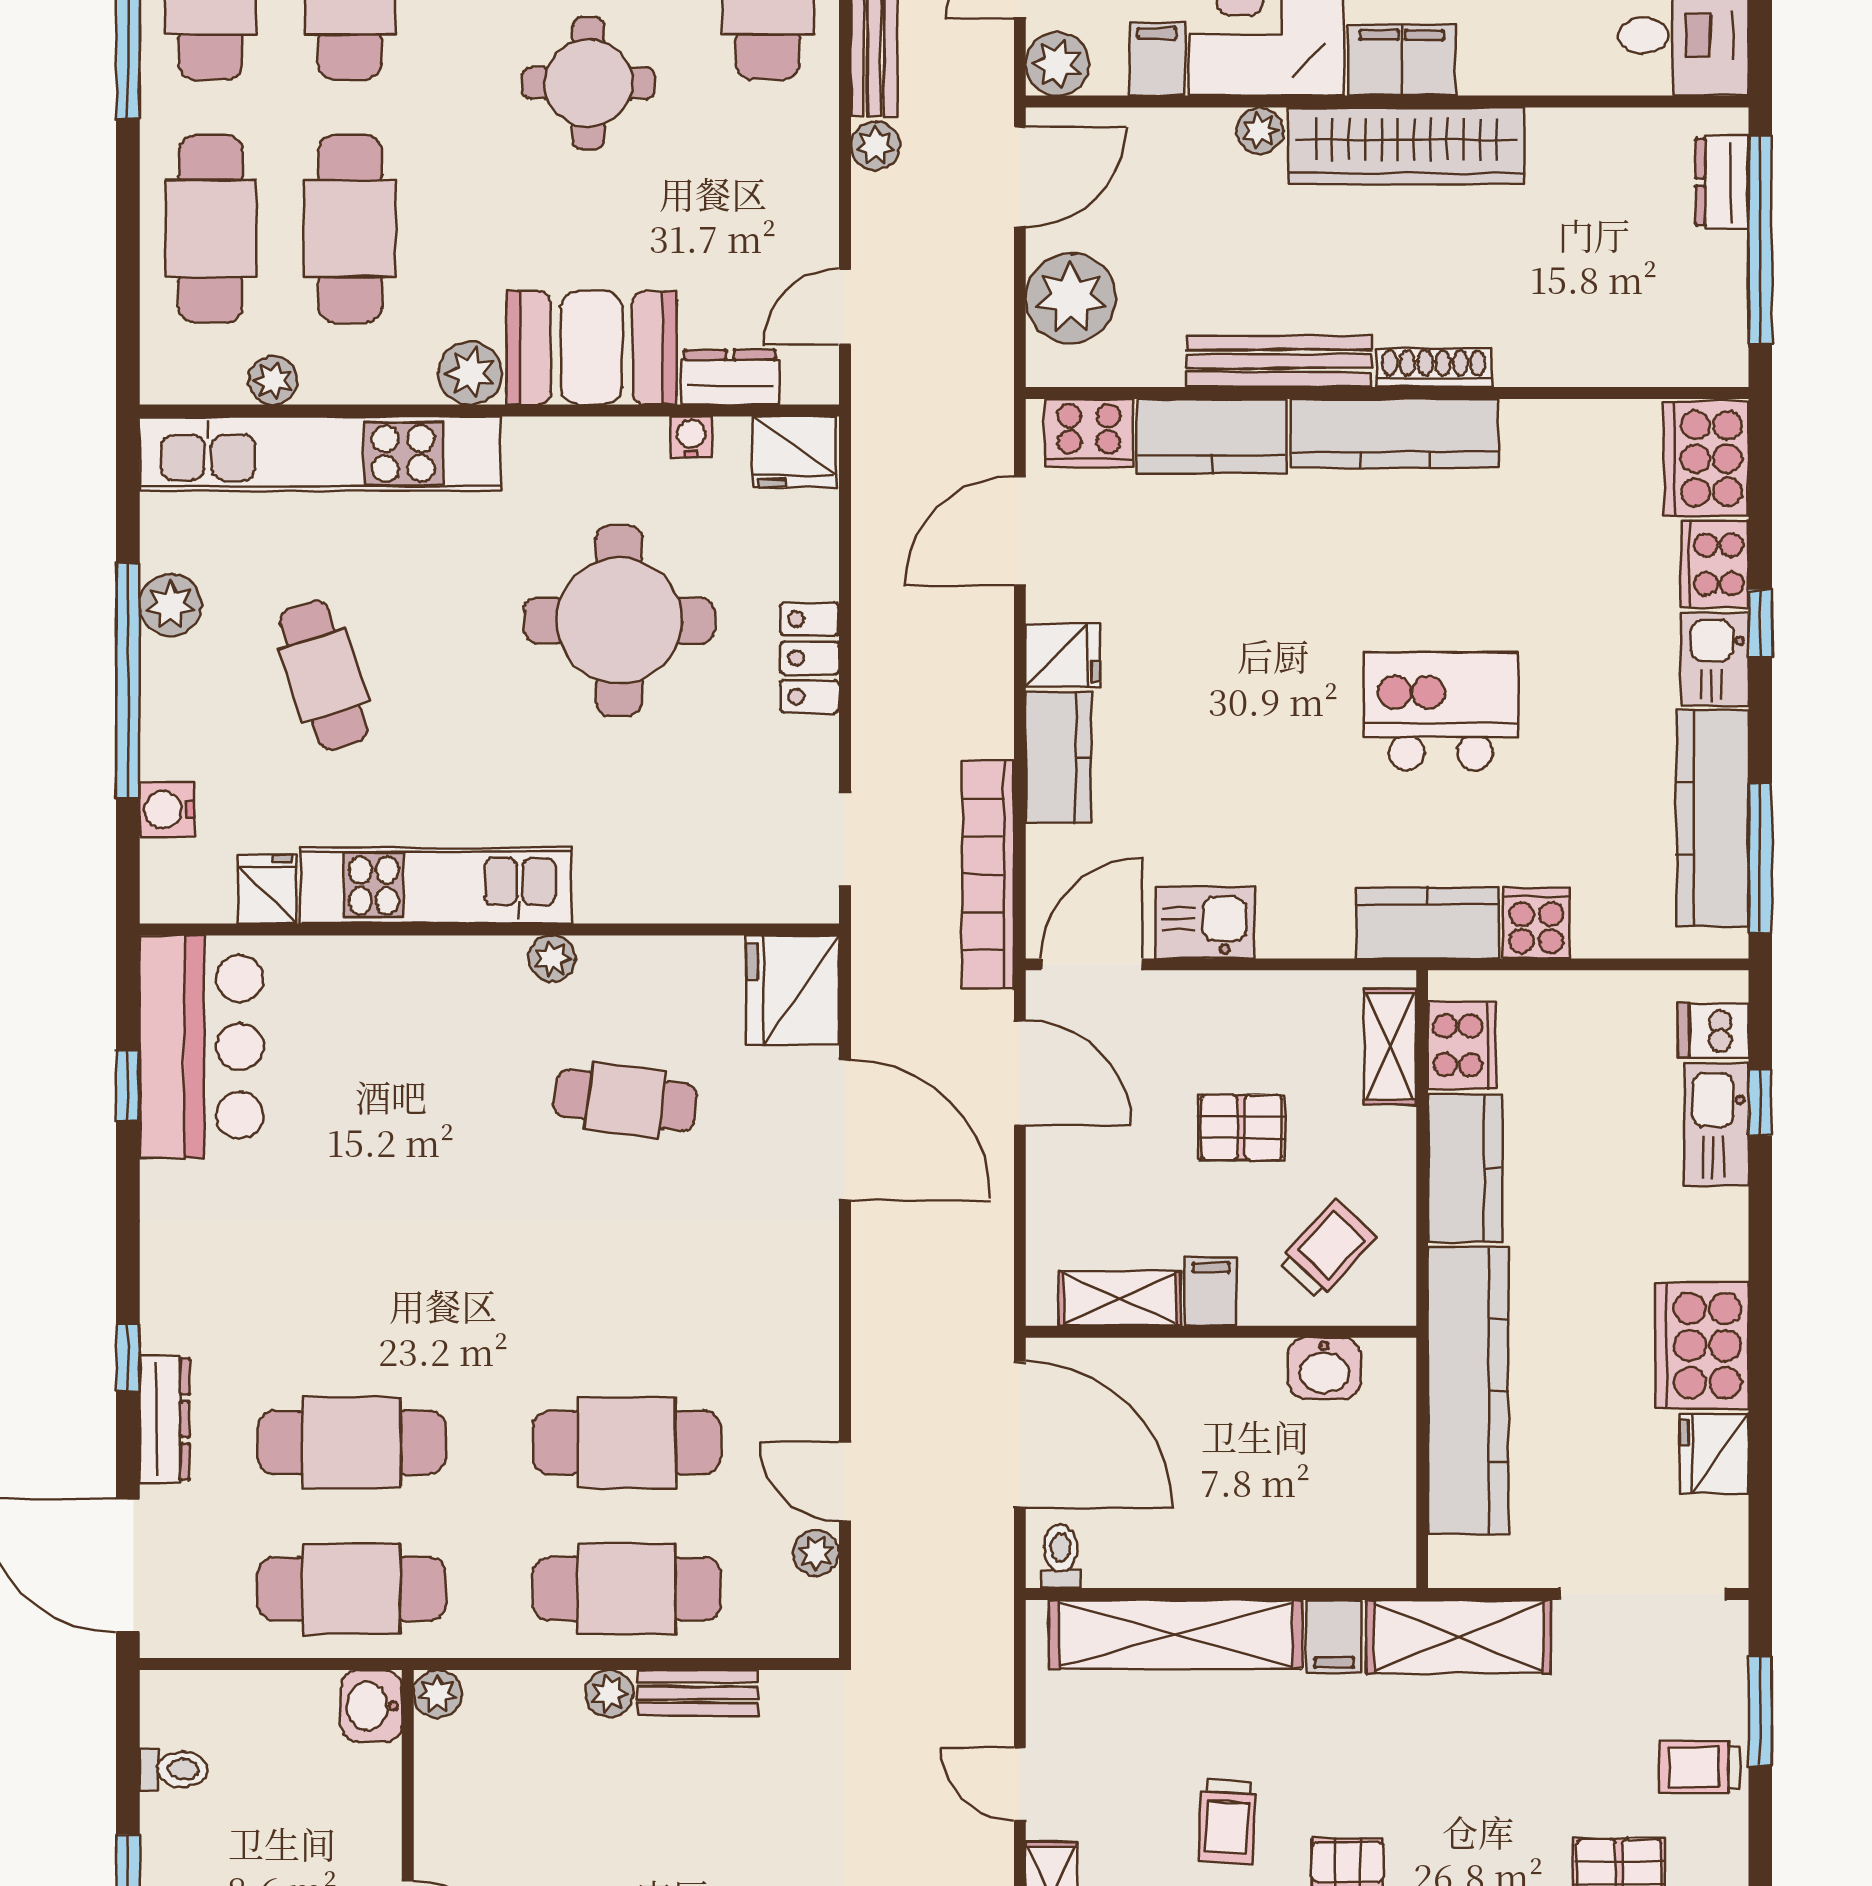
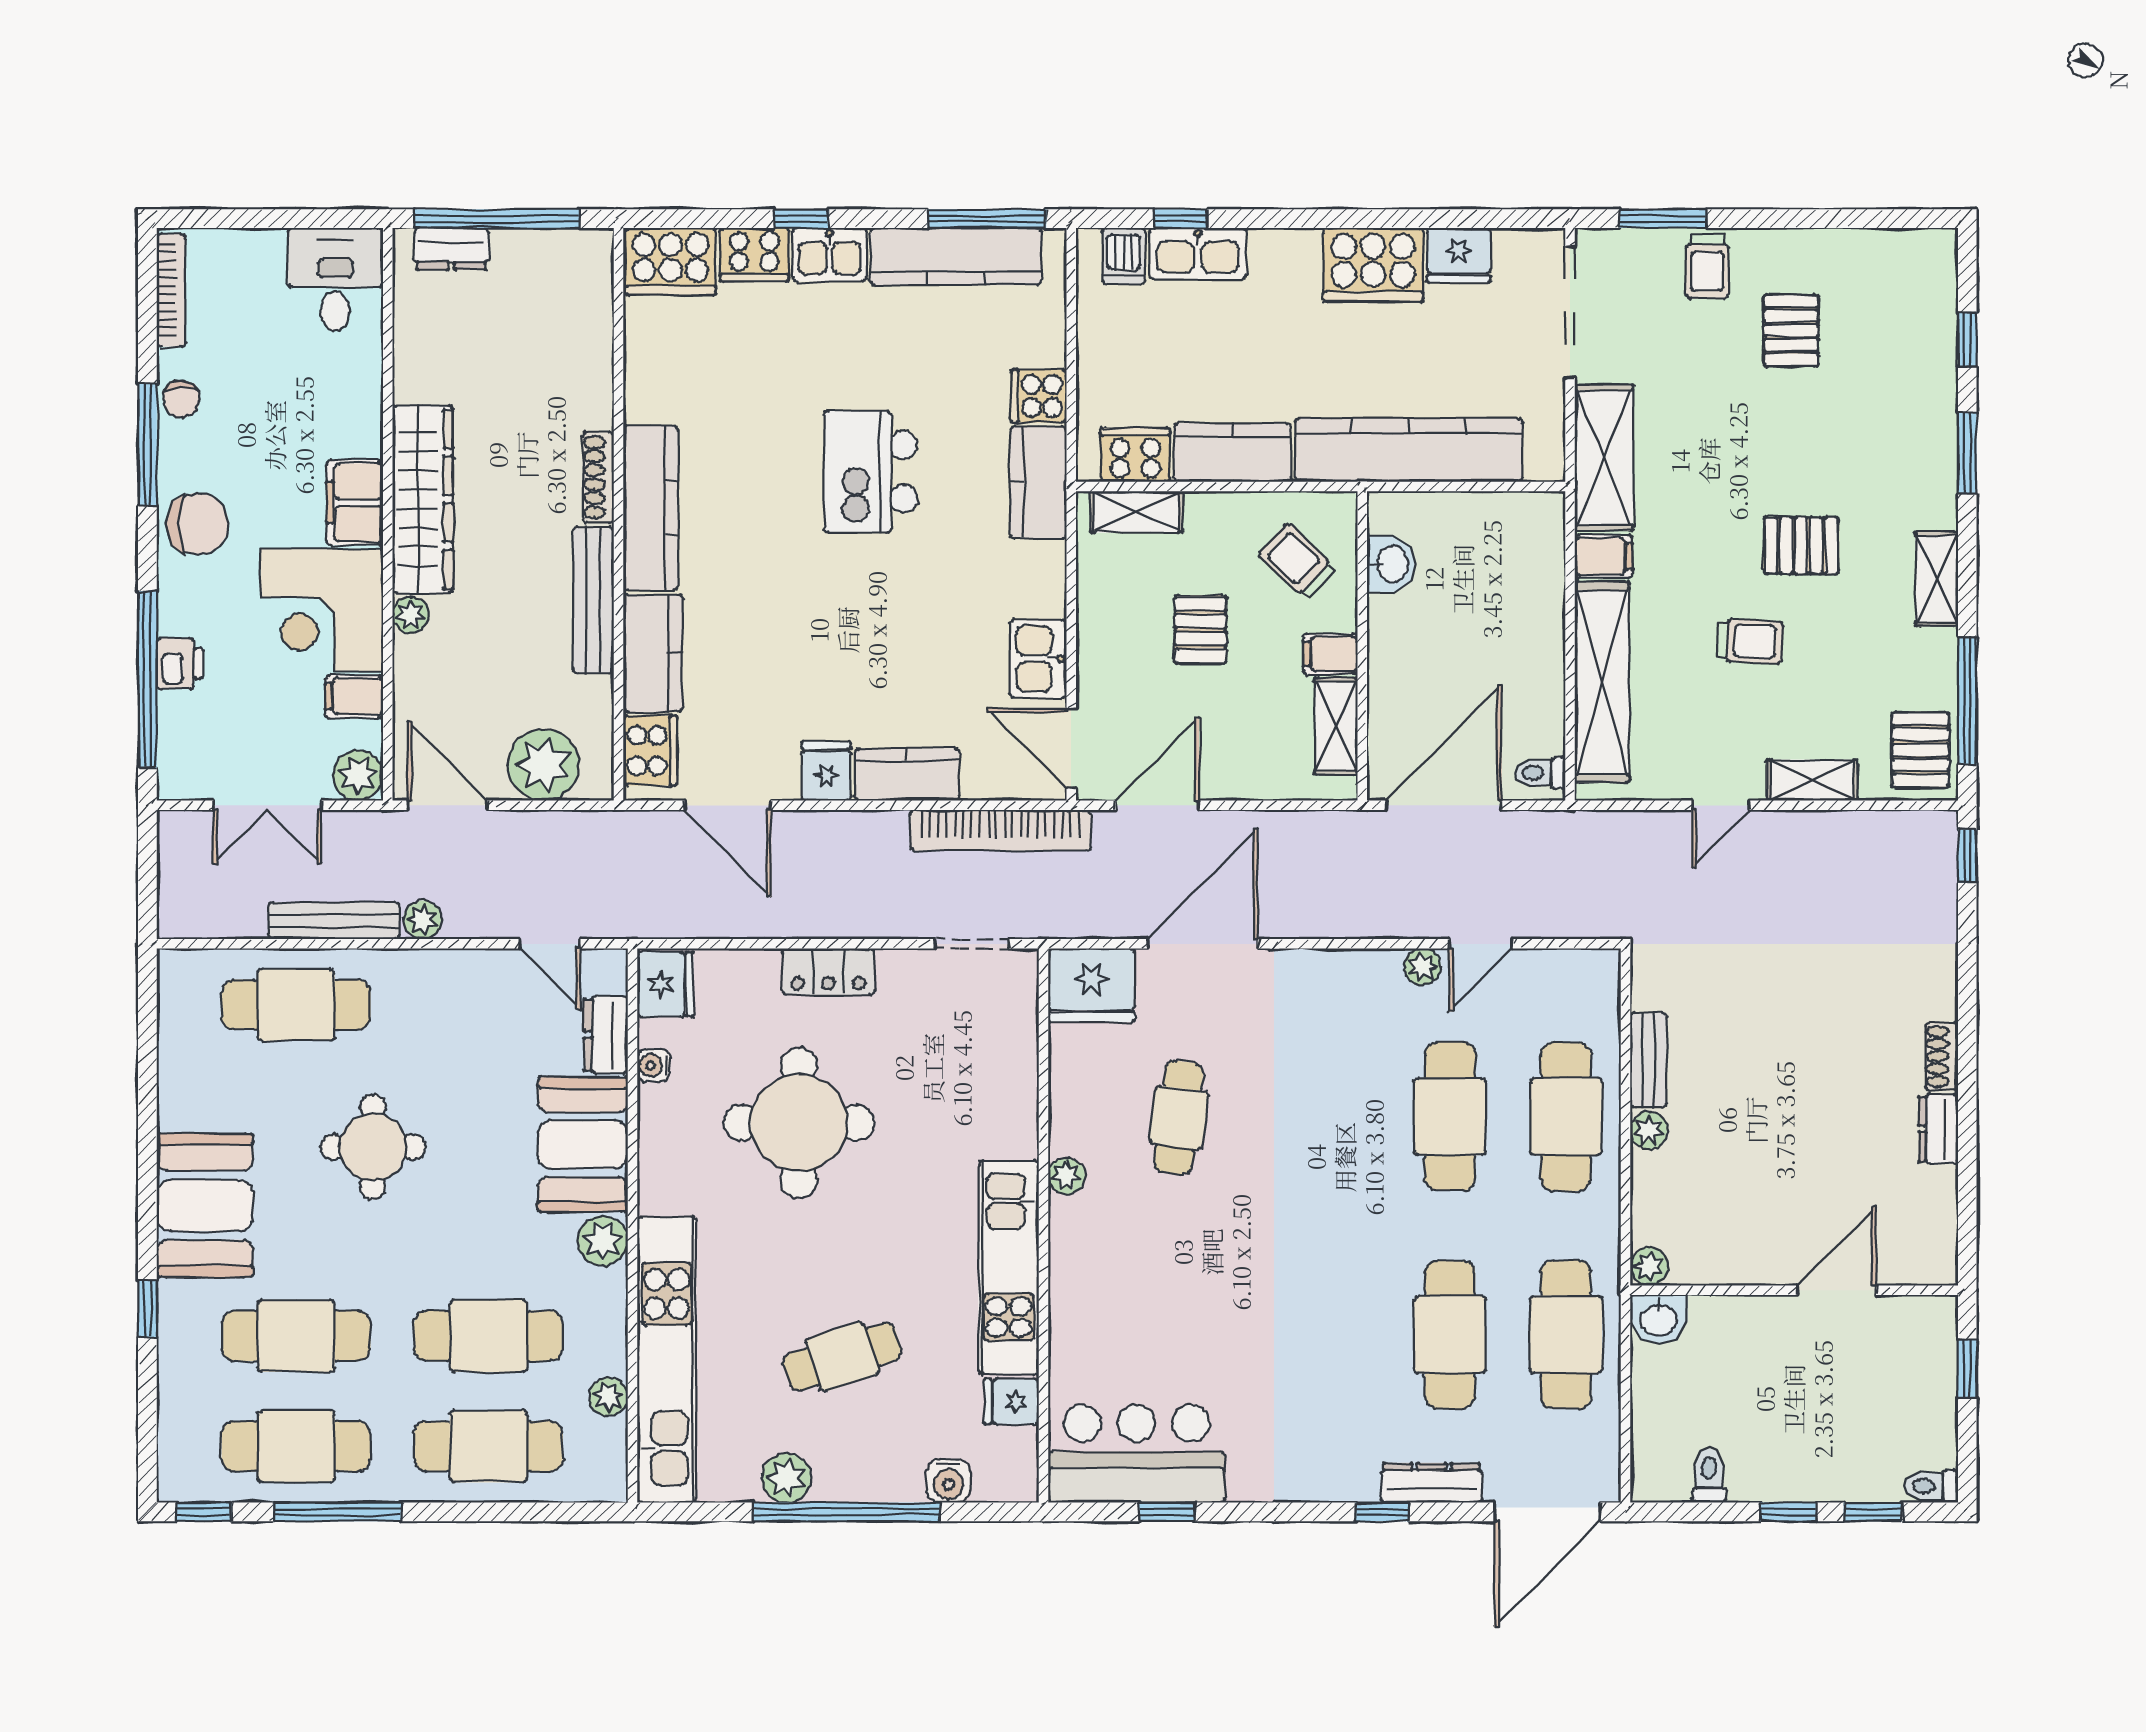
plant: (816, 1553) -> (1422, 967), moved

